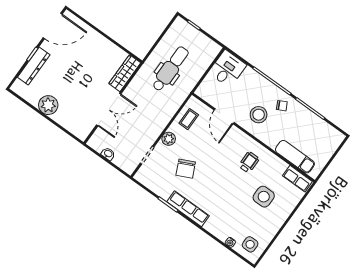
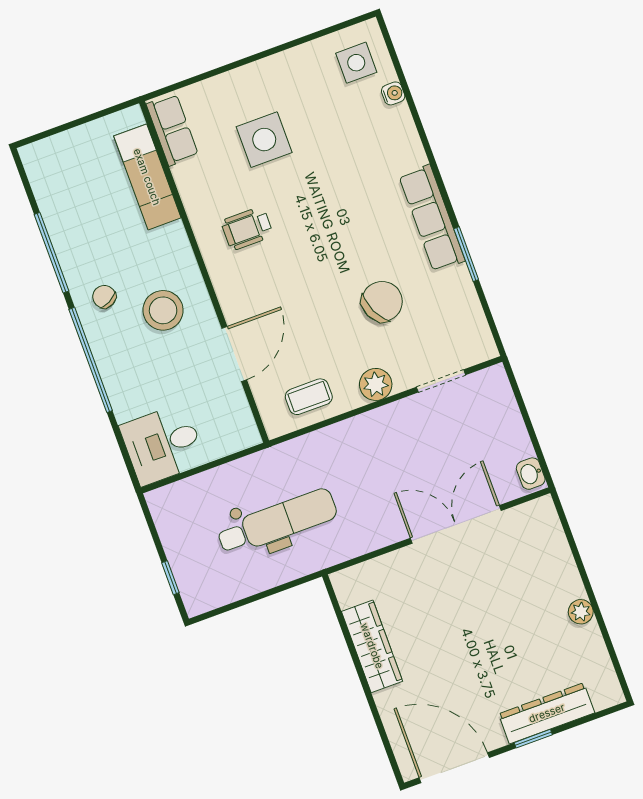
dental chair: (170, 69) -> (277, 522), turned 180
wardrobe: (125, 73) -> (372, 646), moved, turned -90
plant: (48, 105) -> (581, 612), width x0.53, depth x0.53
washbasin: (108, 154) -> (531, 474), moved

